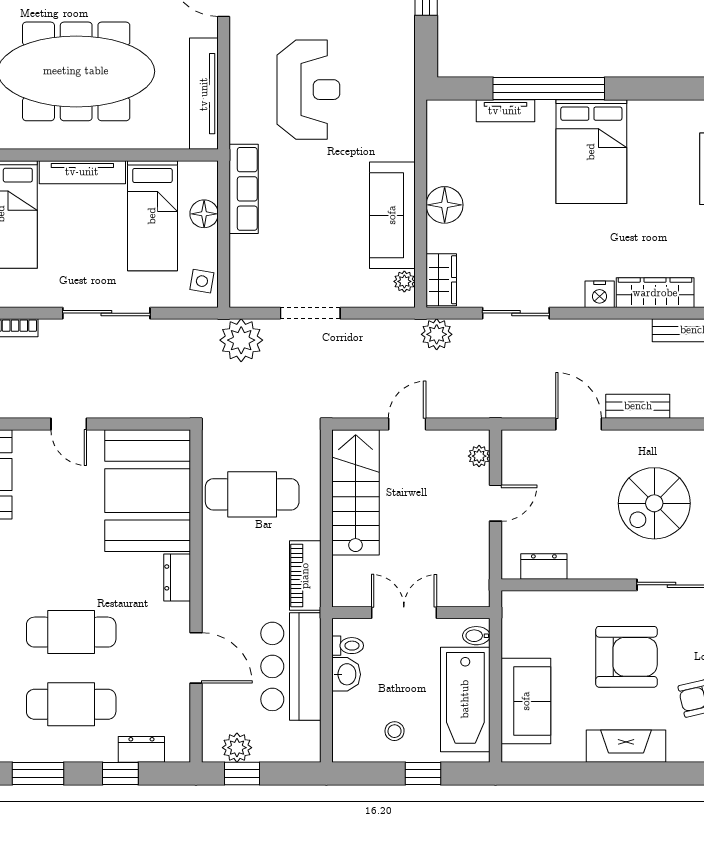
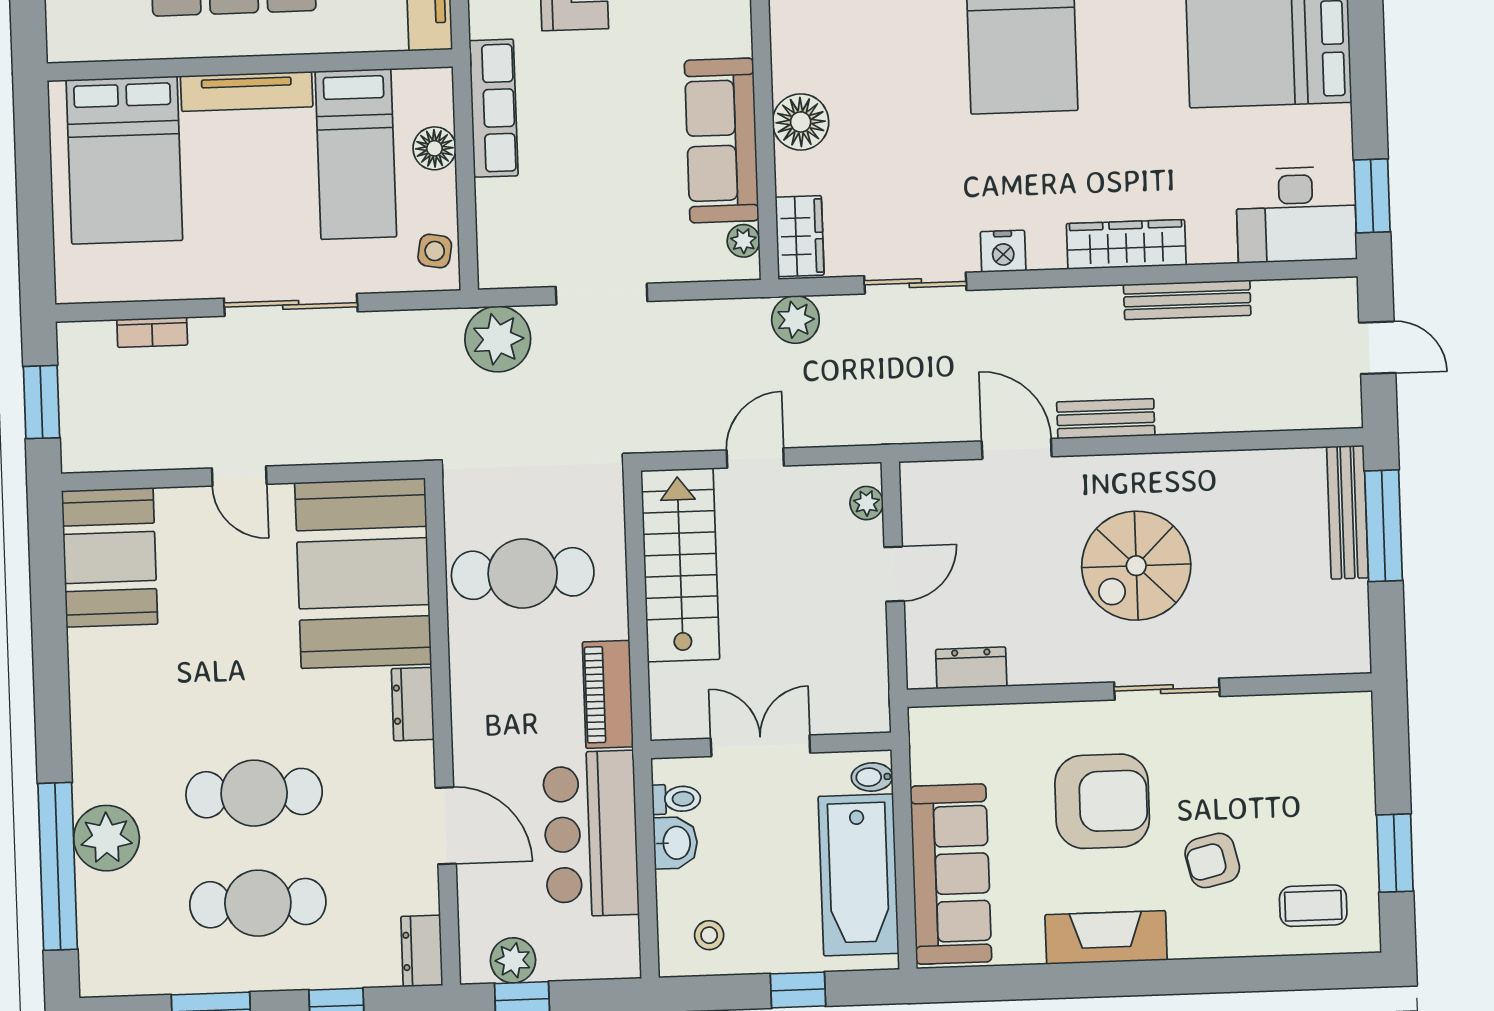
nightstand: (600, 294) -> (1003, 251), moved
sofa: (526, 701) -> (951, 874), width x1.36
stool: (395, 731) -> (709, 935), moved
dresser: (141, 749) -> (422, 951), moved, turned -90

